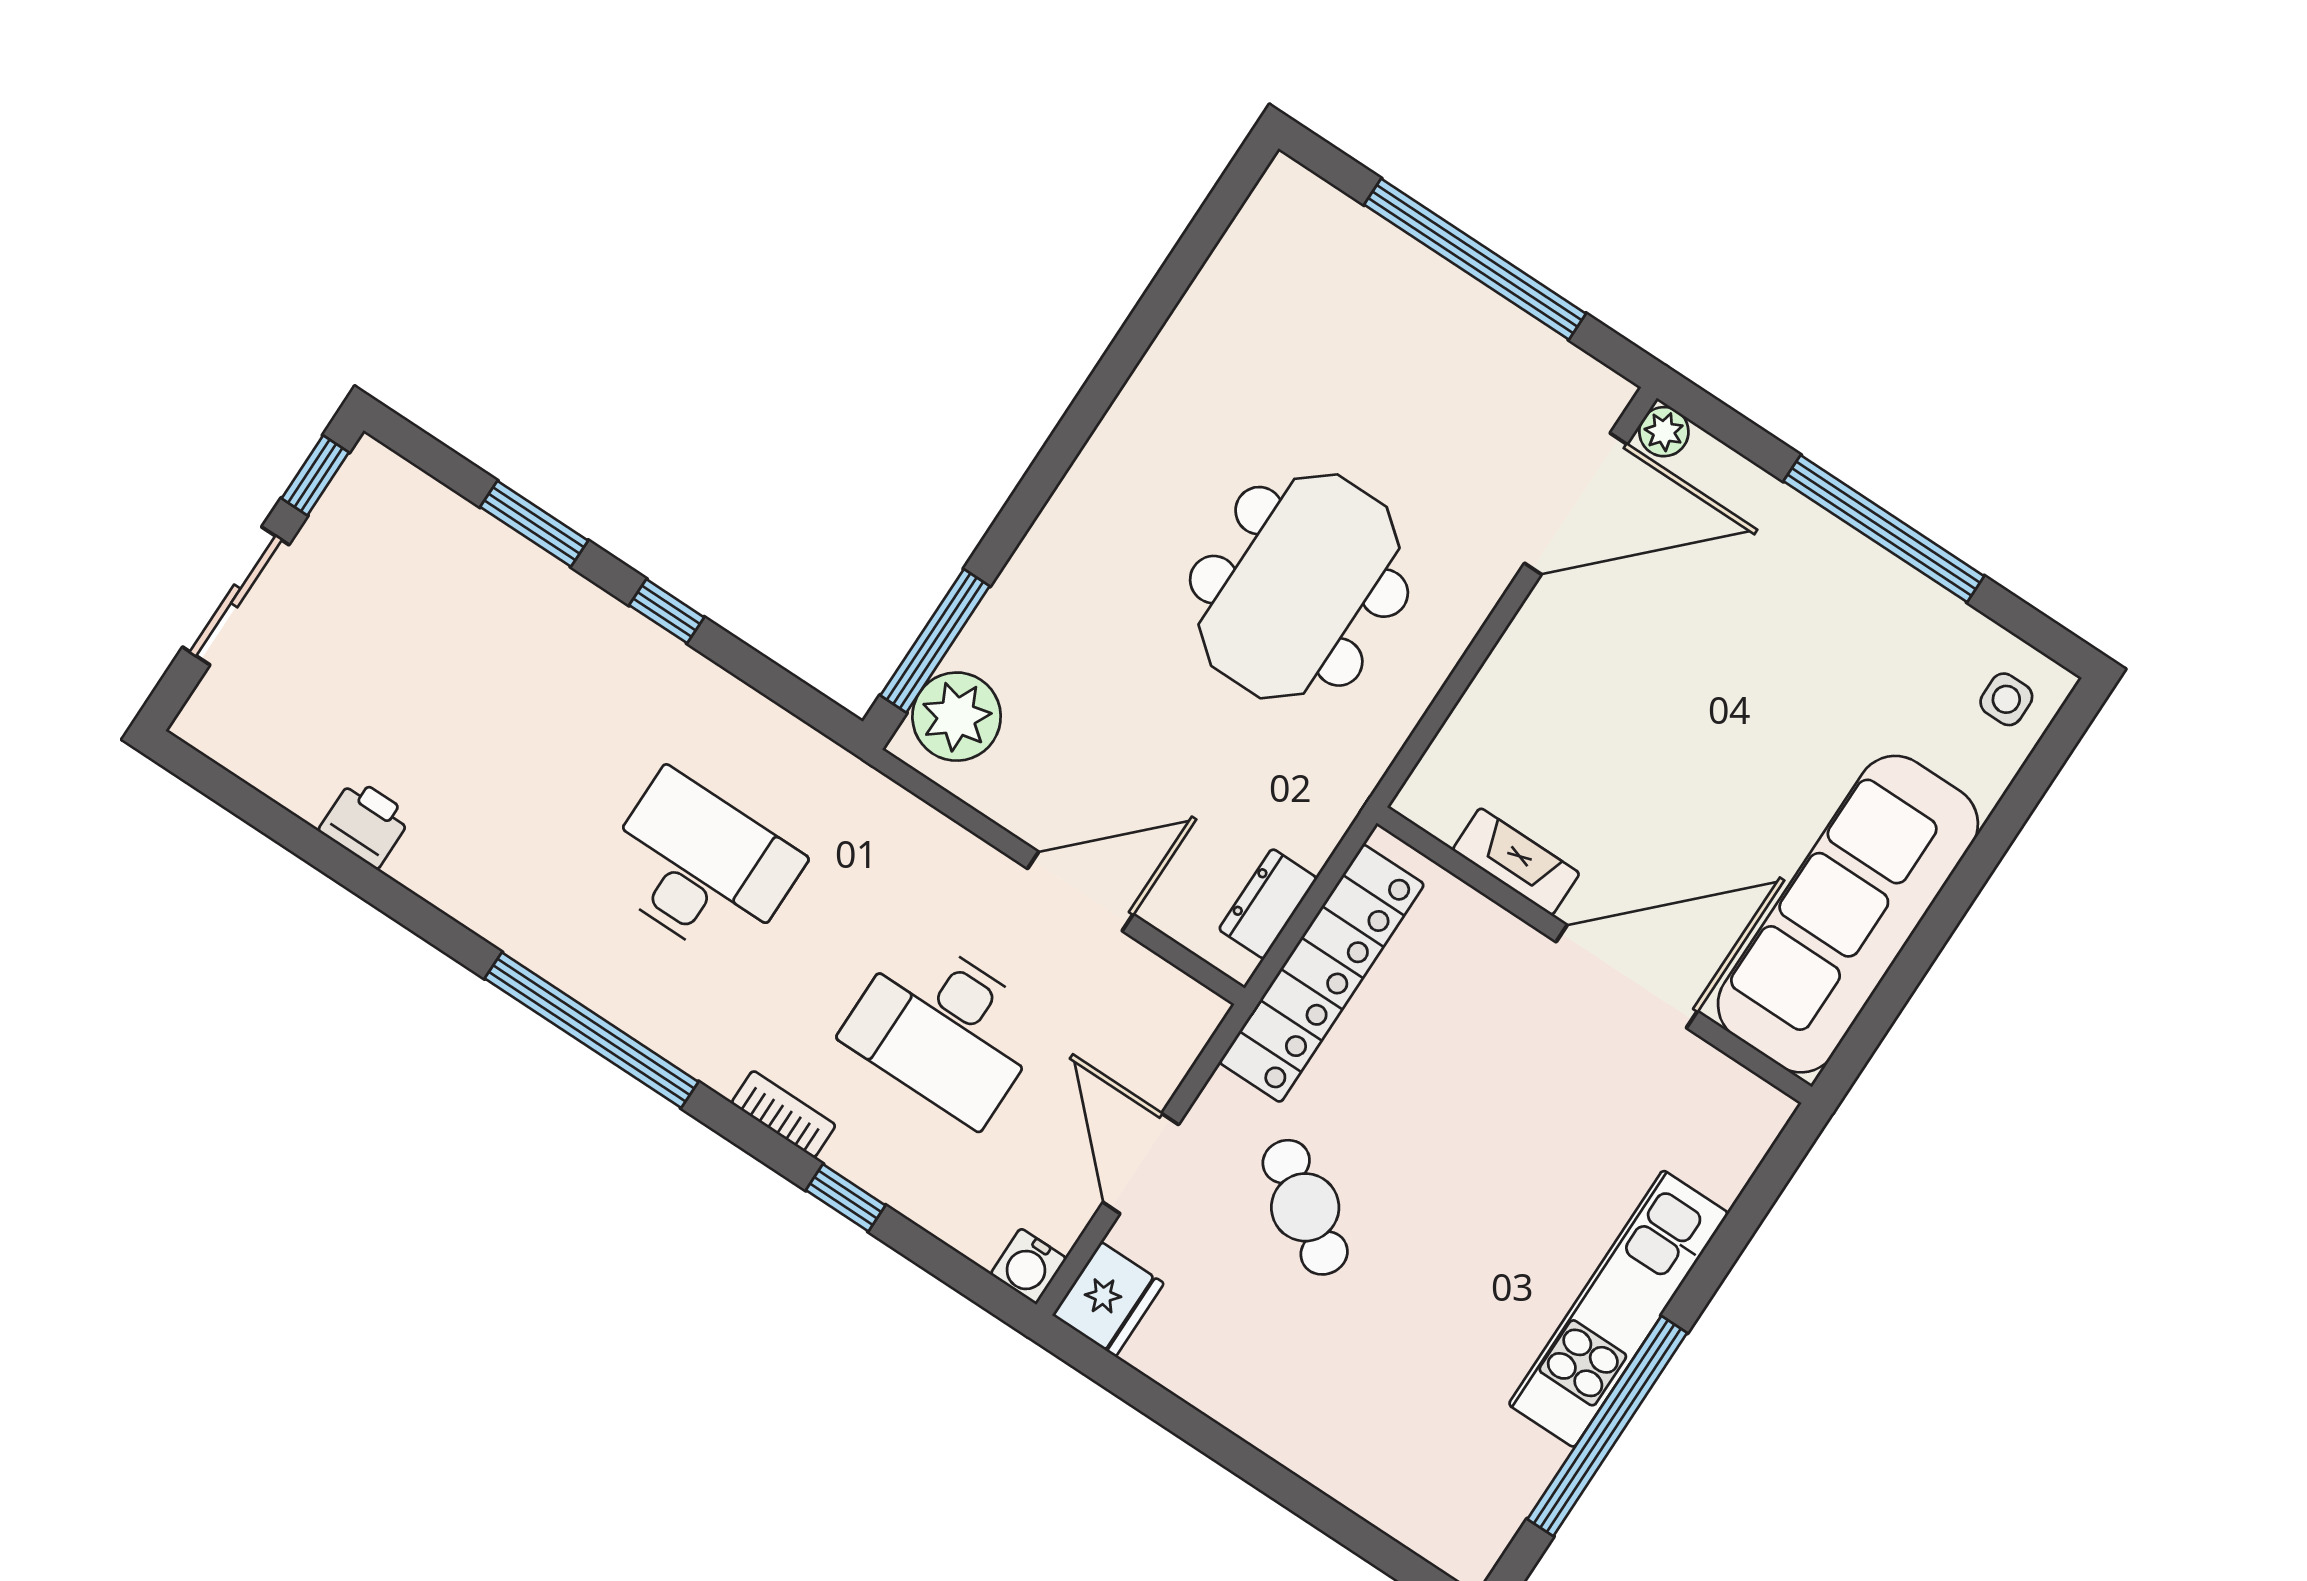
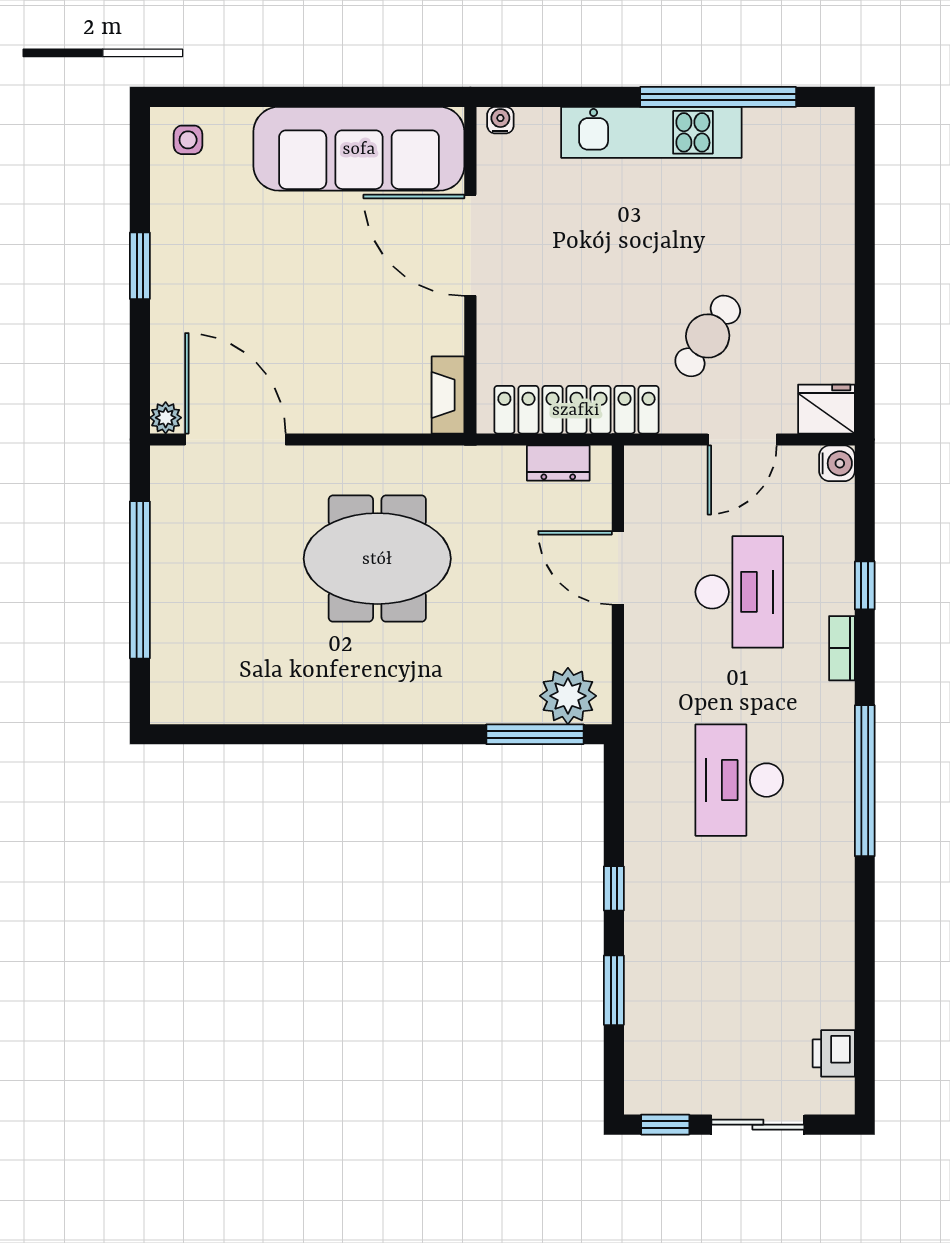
window: (1884, 529) -> (140, 266), width x0.47
printer: (365, 823) -> (834, 1053), moved
fireplace: (1516, 862) -> (448, 395), moved
water cooler: (1764, 1123) -> (500, 120), added

